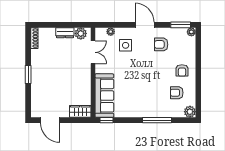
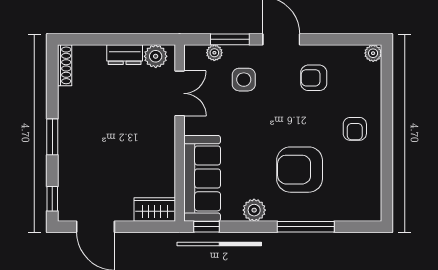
window: (181, 25) -> (230, 39), moved
armchair: (177, 93) -> (300, 170), moved, width x1.88, depth x1.88
window: (28, 106) -> (52, 199), added
plant: (190, 112) -> (254, 210), moved

